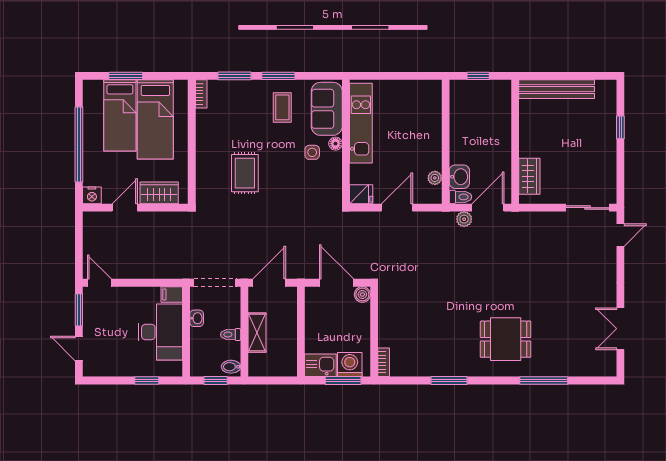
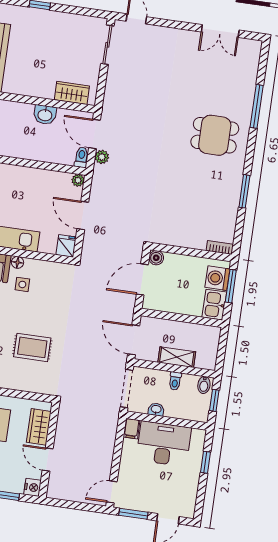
washbasin: (459, 177) -> (45, 115), moved, turned 180
plant: (435, 178) -> (78, 180), moved
dining table: (506, 339) -> (215, 135), turned 90

